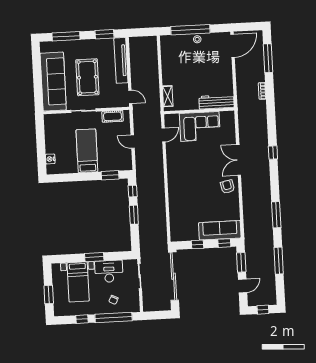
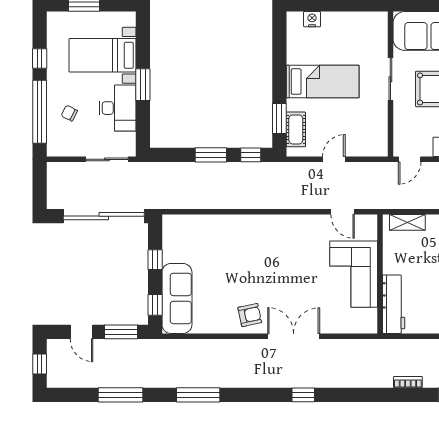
cot: (113, 116) -> (296, 129), moved

